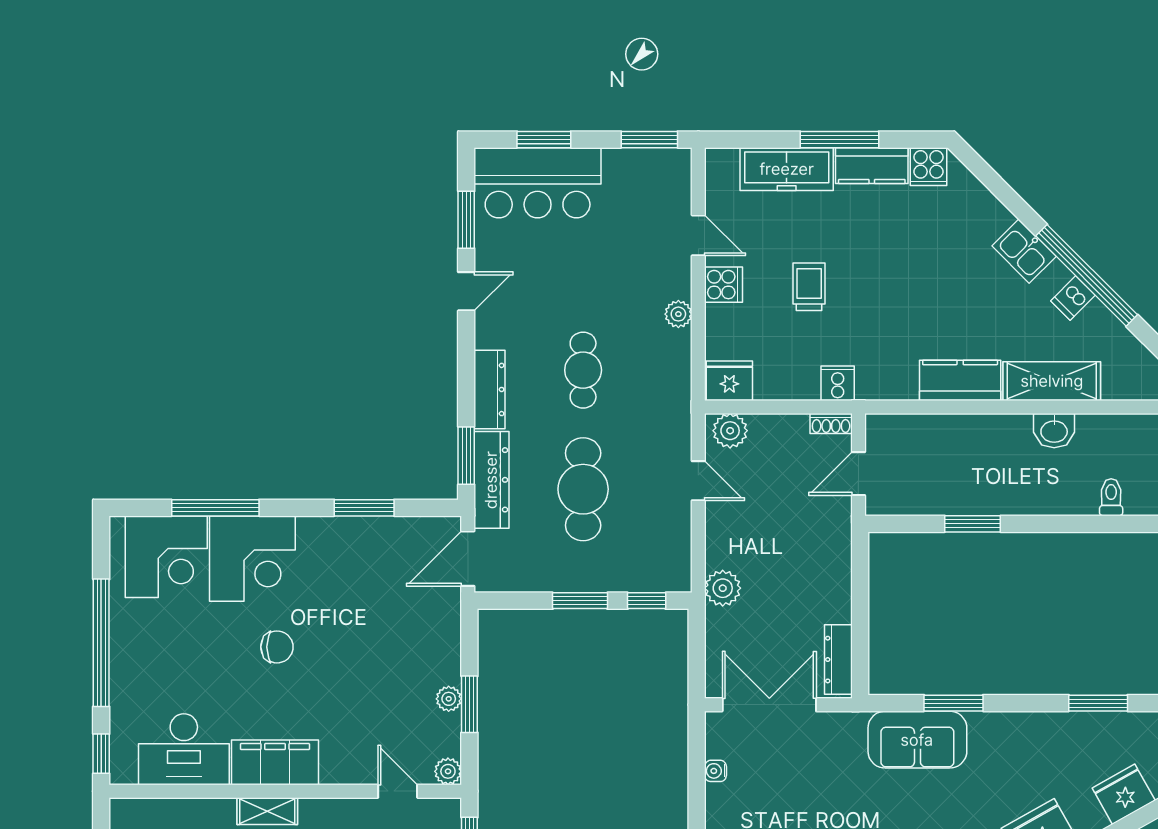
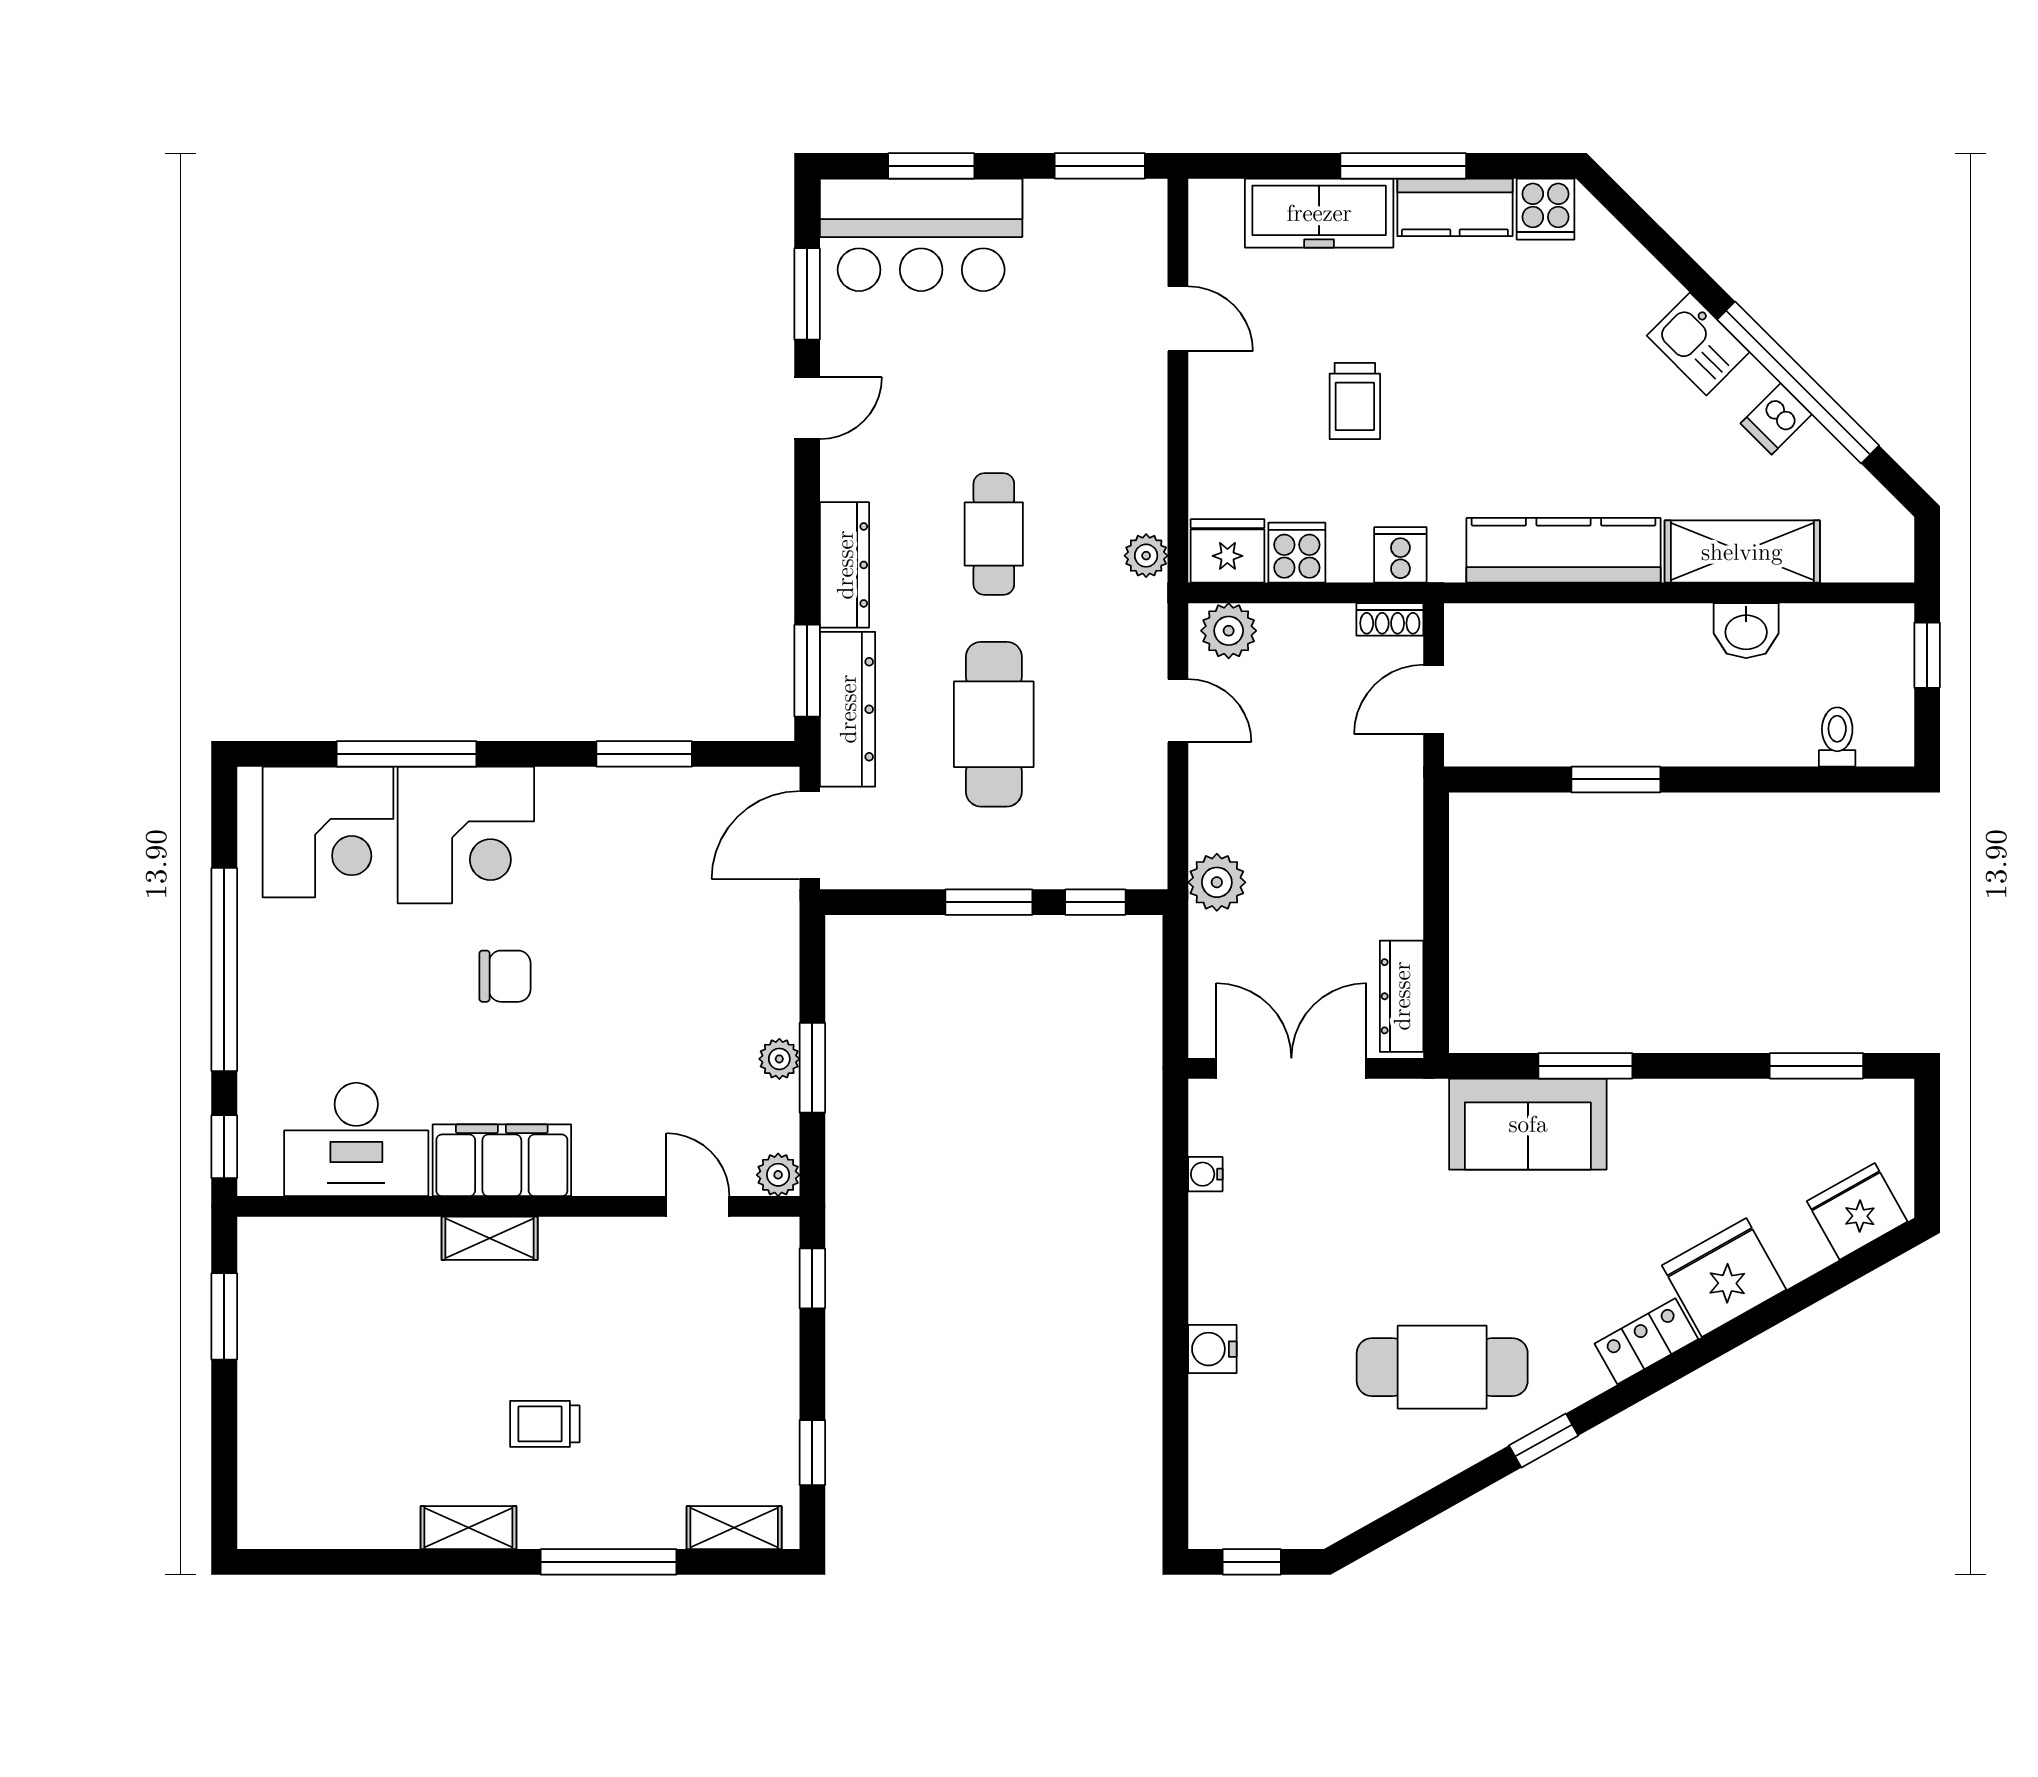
cooker: (724, 285) -> (1297, 553), moved, turned -90
trolley: (809, 287) -> (1355, 401), turned 180
plant: (678, 314) -> (1146, 556), moved
kitchen counter: (960, 380) -> (1564, 550), width x1.50

